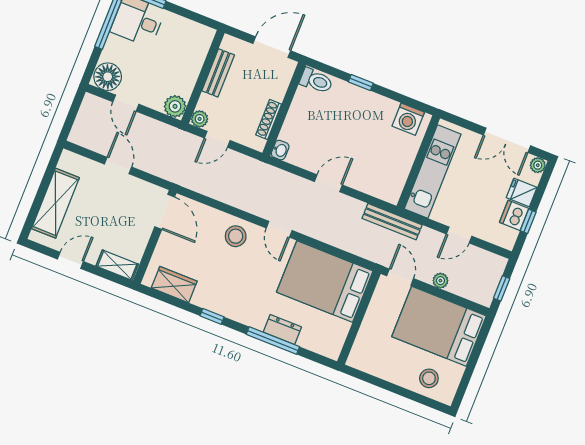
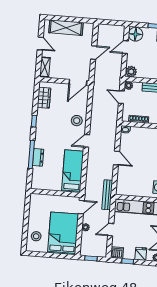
dishwasher: (514, 215) -> (117, 253), moved
door: (459, 235) -> (111, 230), hinge flipped
bed: (325, 282) -> (73, 171), width x0.67

